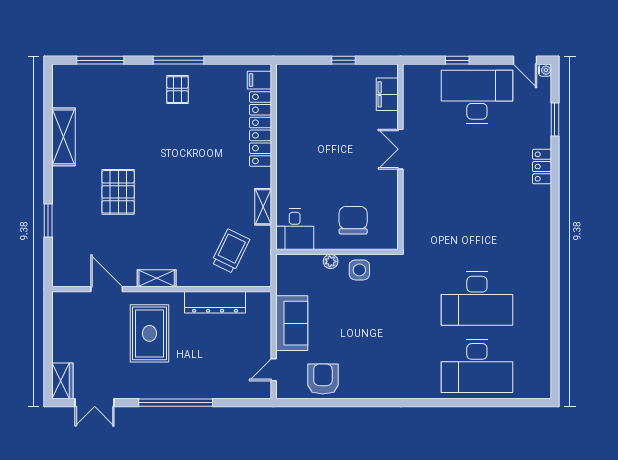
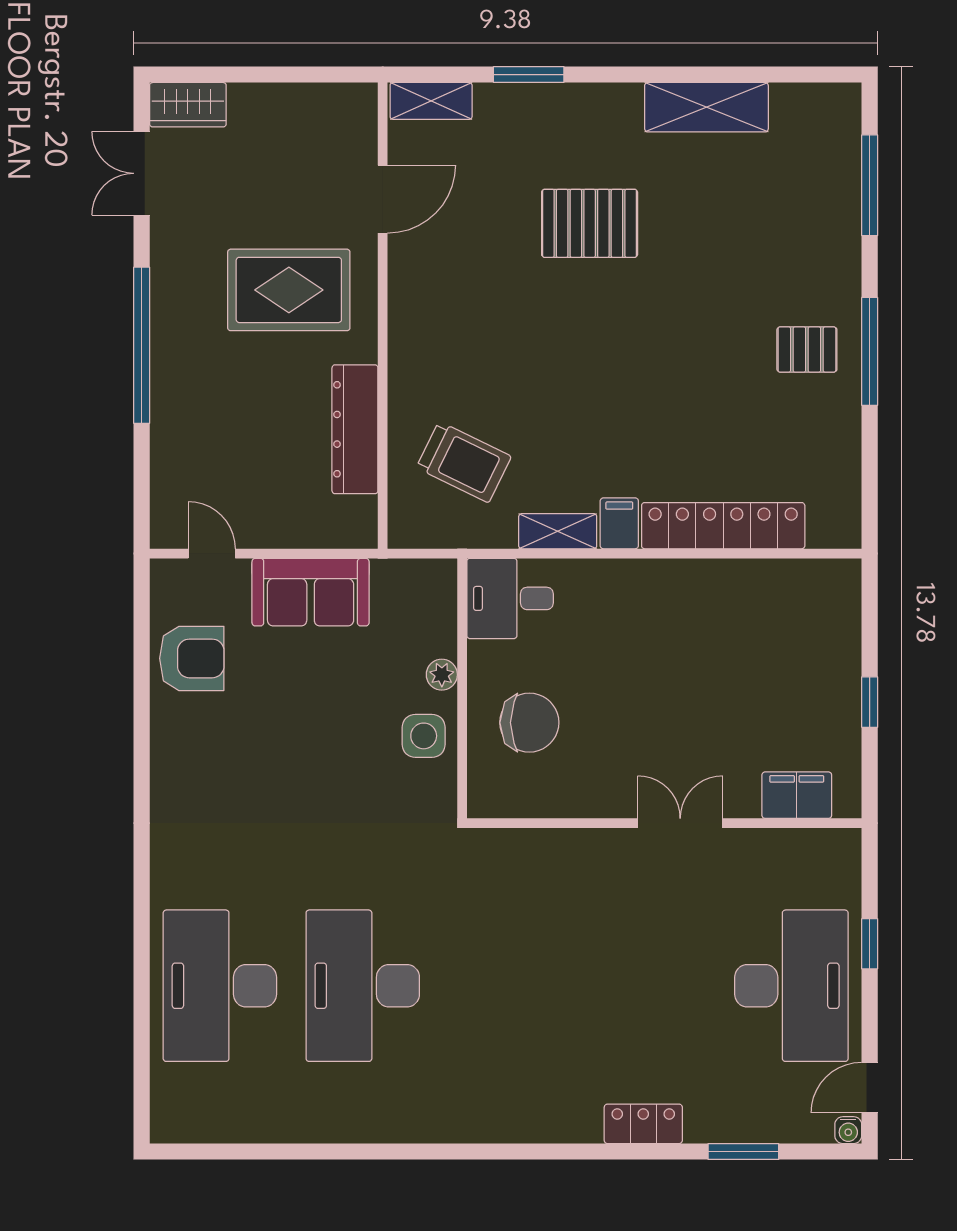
filing cabinet: (259, 80) -> (619, 523), moved
shelving: (157, 278) -> (431, 101), moved, turned 90

